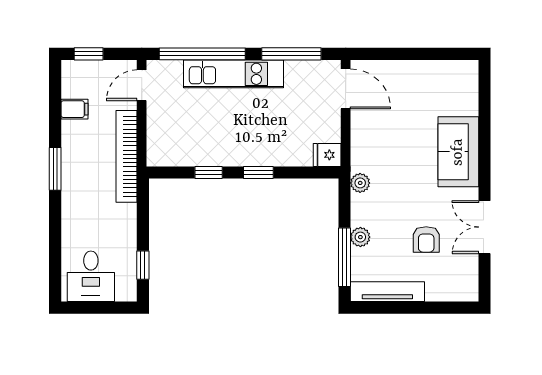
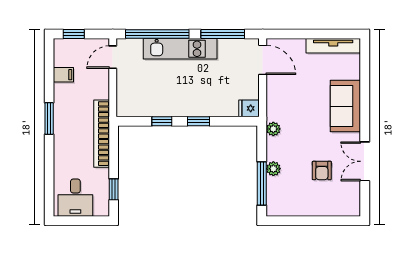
bookcase: (127, 156) -> (102, 134), moved
tv unit: (387, 292) -> (333, 46), moved, turned 180

